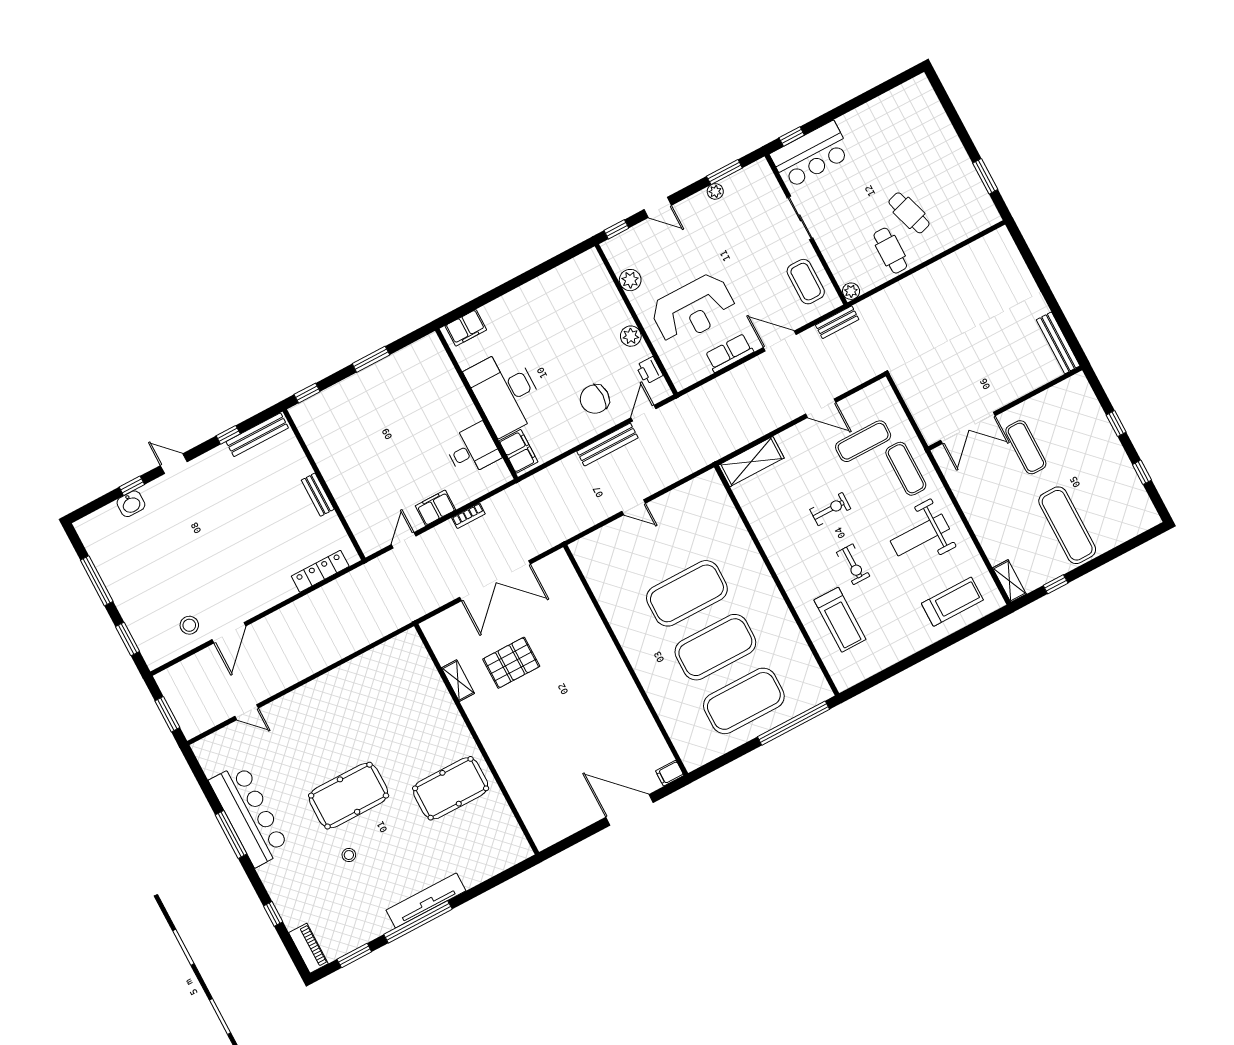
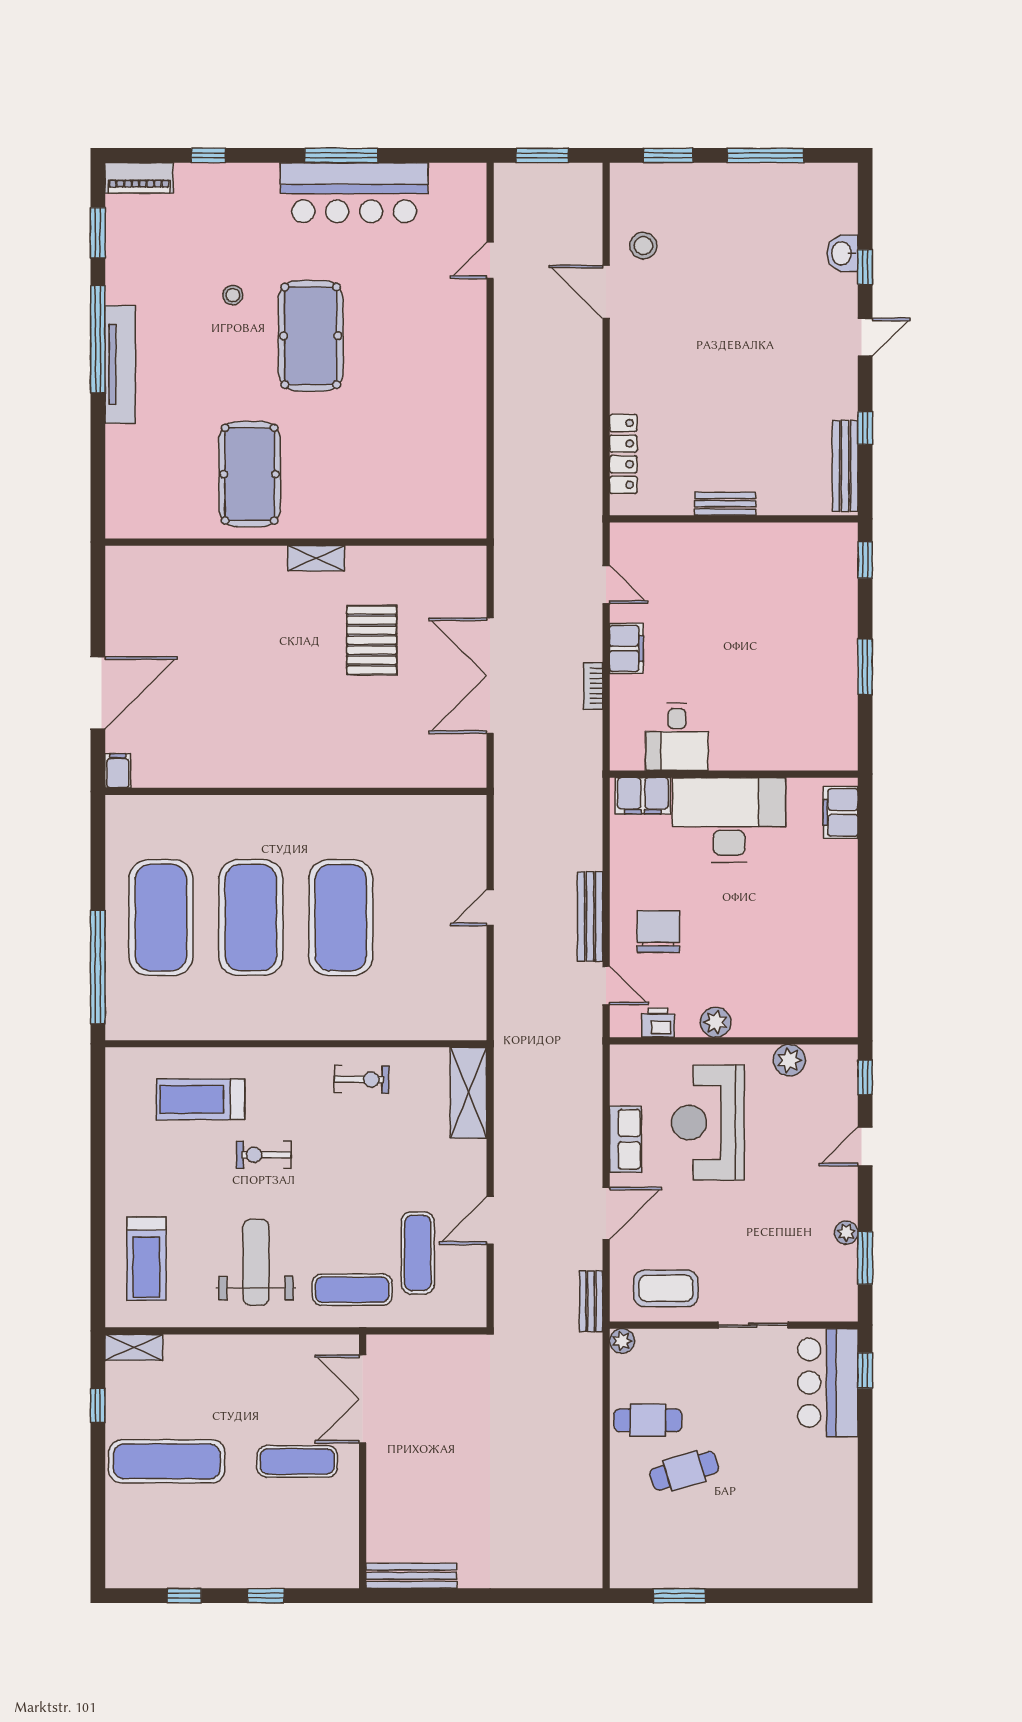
exercise bike: (830, 509) -> (362, 1079), moved, turned -89
shelving: (458, 681) -> (316, 558), moved

